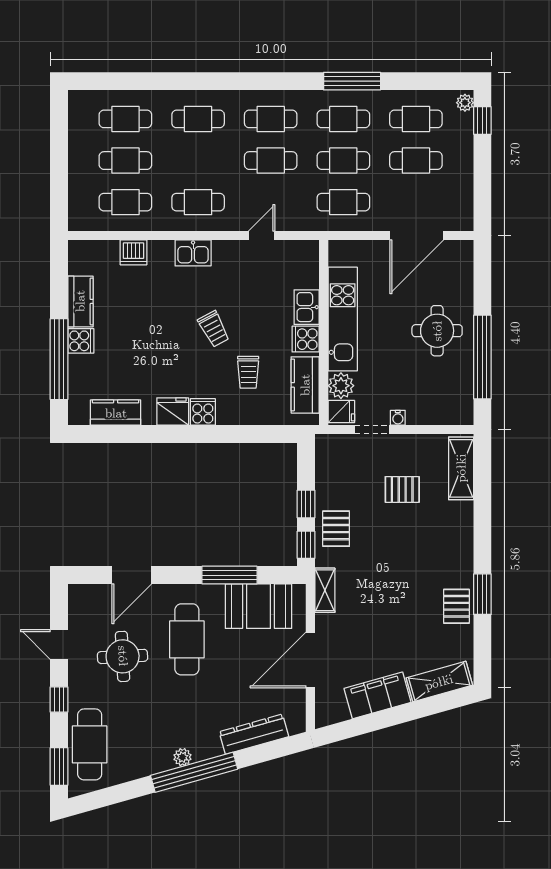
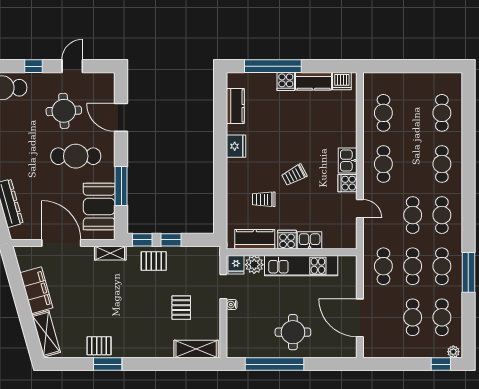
cafe table: (125, 161) -> (413, 113), removed
dishwasher: (134, 252) -> (342, 81), moved, turned -90
cooker: (203, 412) -> (348, 183), moved, turned 180

